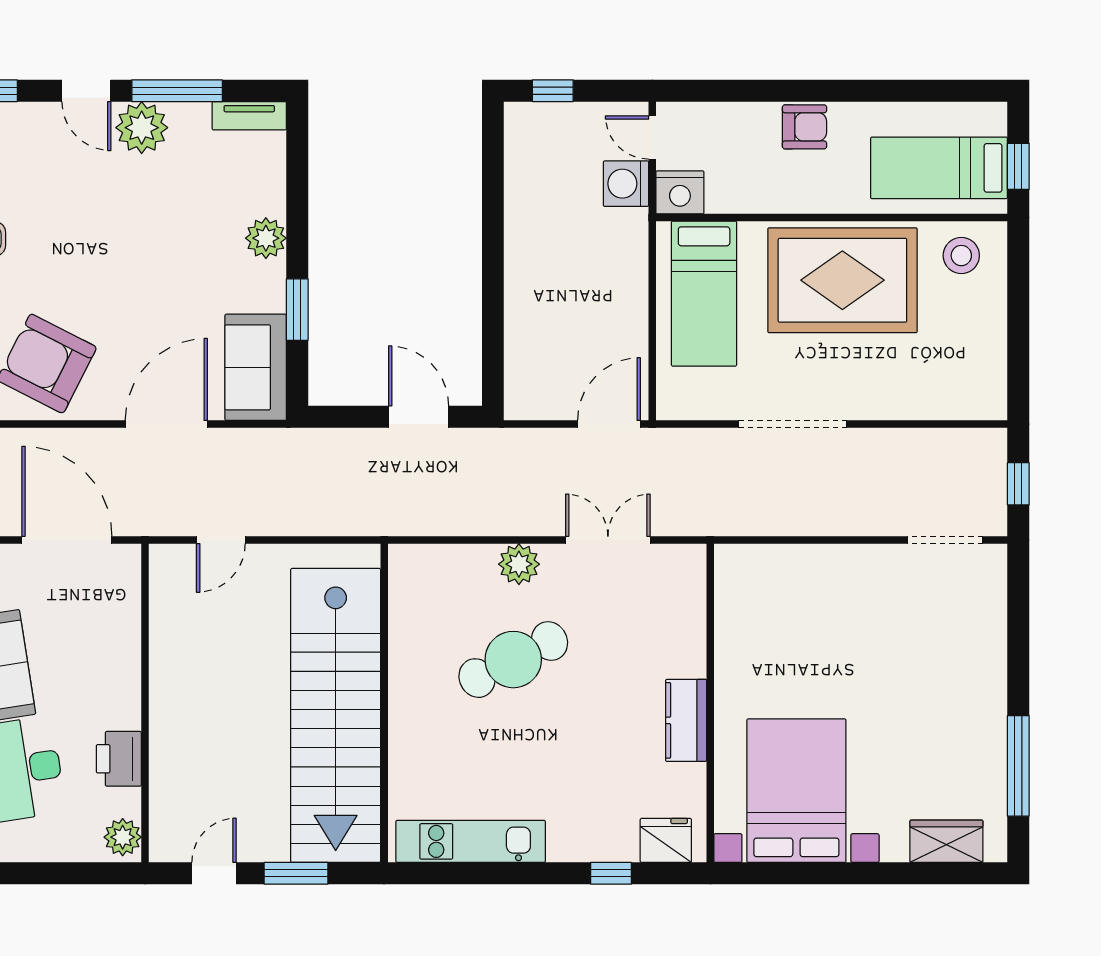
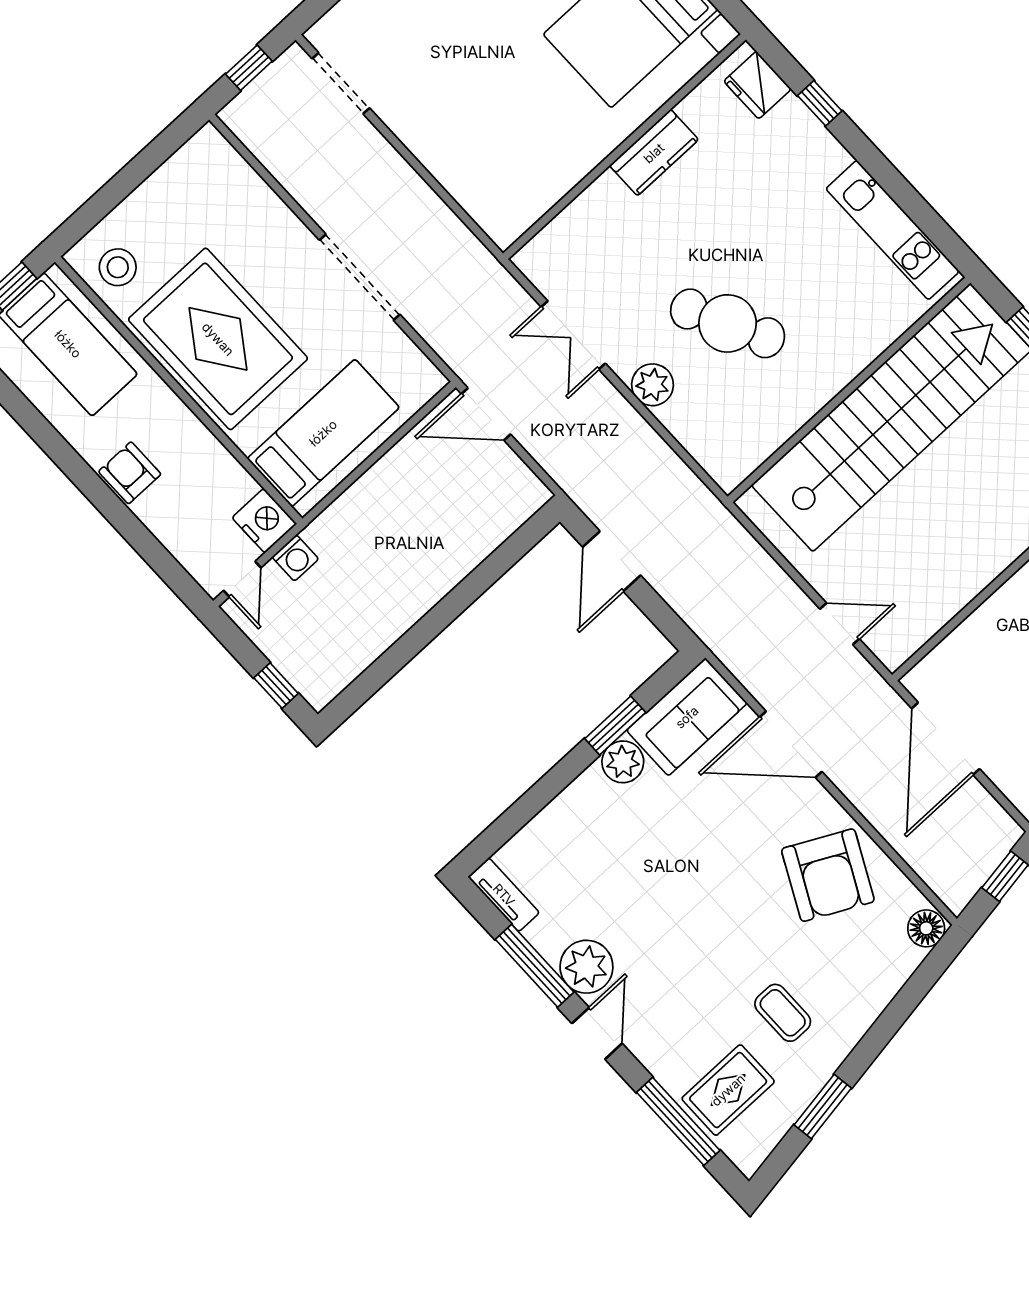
washing machine: (626, 184) -> (295, 558), width x0.73, depth x0.73
plant: (266, 238) -> (623, 762), moved

